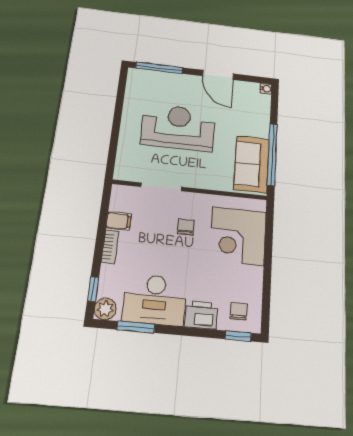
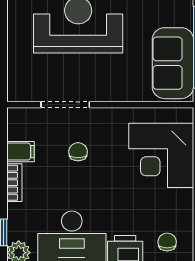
chair: (186, 227) -> (78, 152), moved

